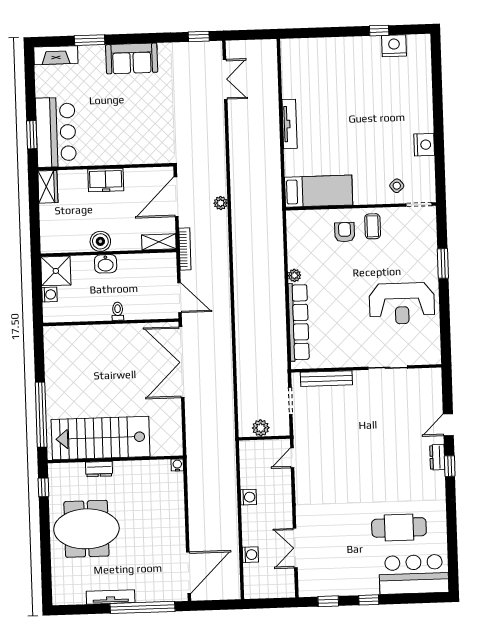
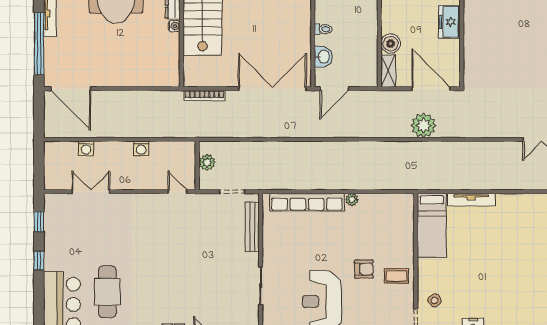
tv unit: (290, 124) -> (471, 200), moved
plant: (221, 203) -> (424, 125), width x1.87, depth x1.87
armchair: (345, 232) -> (364, 269), moved
boiler: (100, 241) -> (391, 44), moved
bookcase: (185, 249) -> (204, 96), moved
washbasin: (106, 264) -> (323, 57), moved, turned 180
water cooler: (177, 465) -> (174, 26), moved

